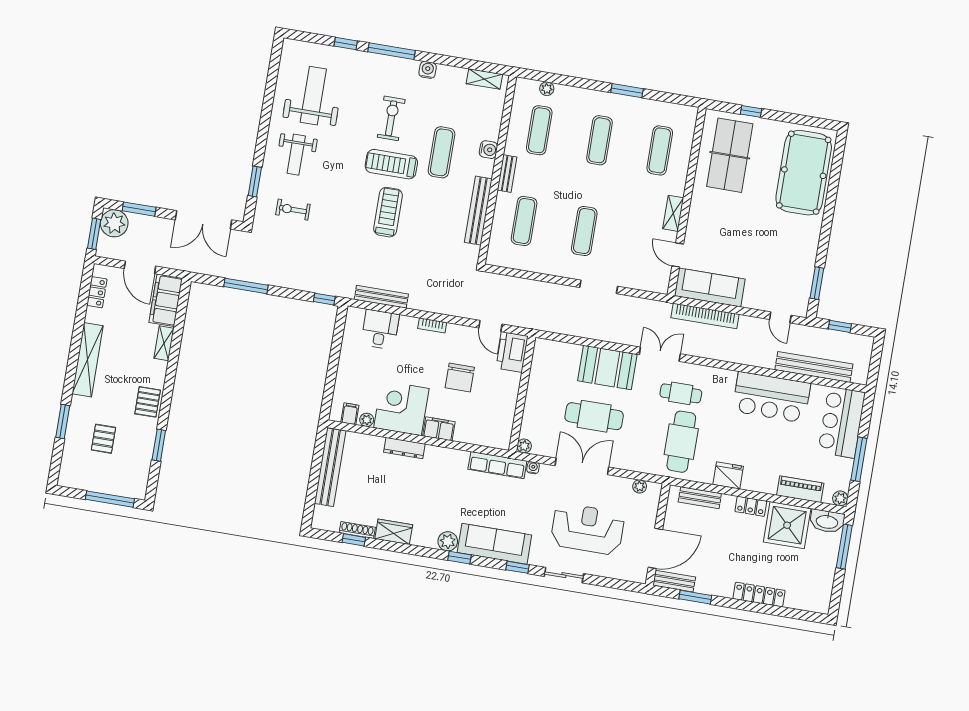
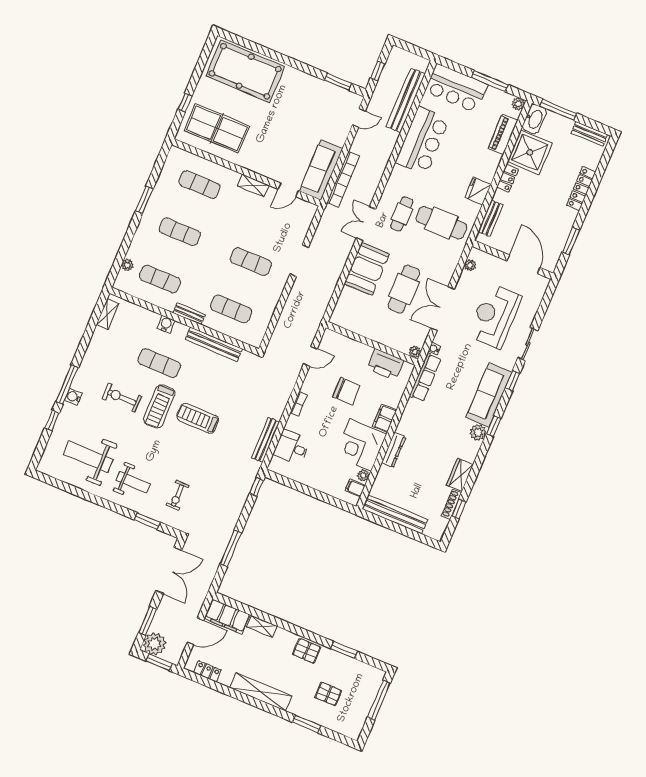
water cooler: (428, 70) -> (73, 397), moved
printer: (512, 352) -> (385, 364), moved
bench: (674, 581) -> (589, 134), moved, turned 90

